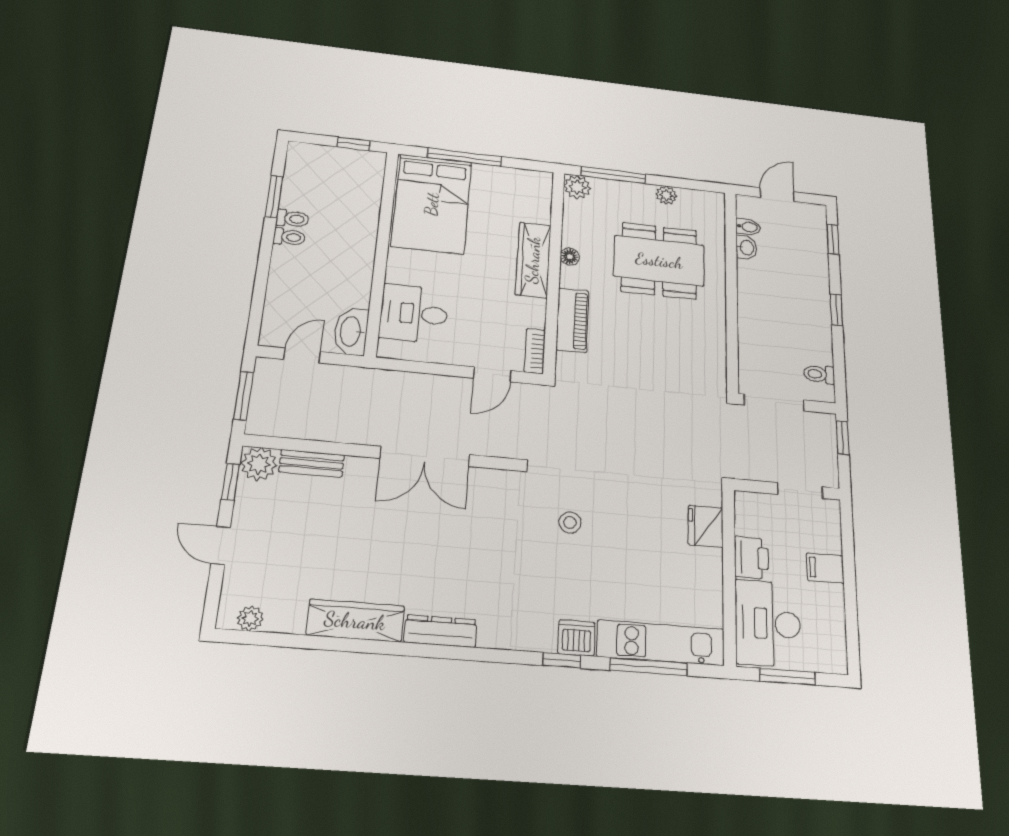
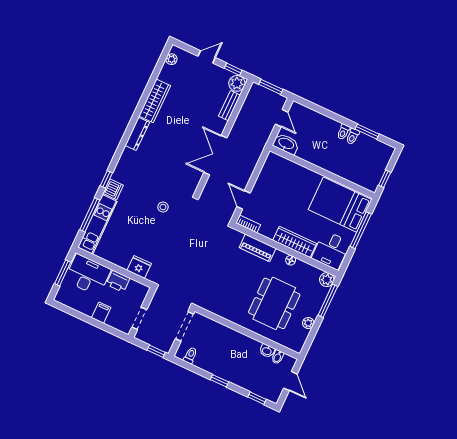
desk: (414, 314) -> (331, 250), moved, turned 180

